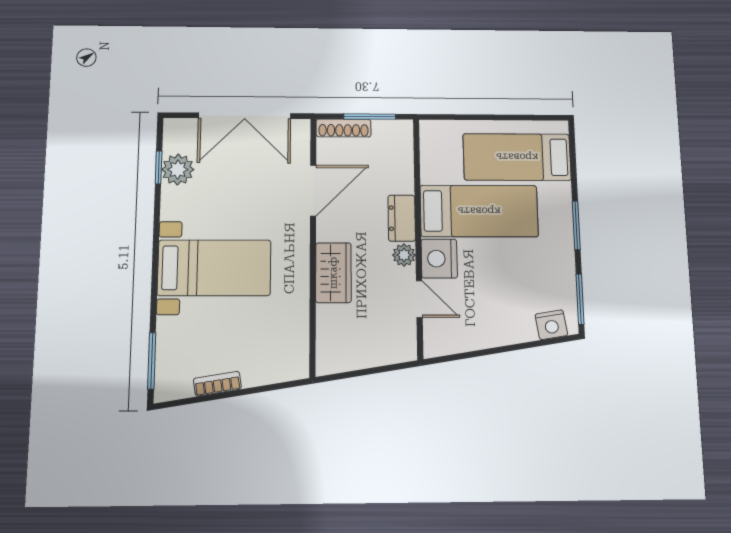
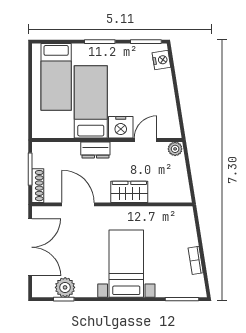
plant: (404, 255) -> (175, 149), moved

